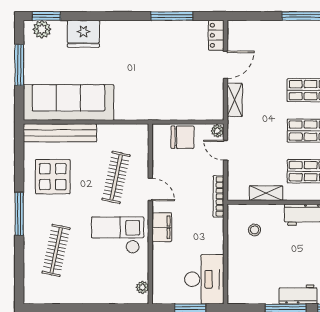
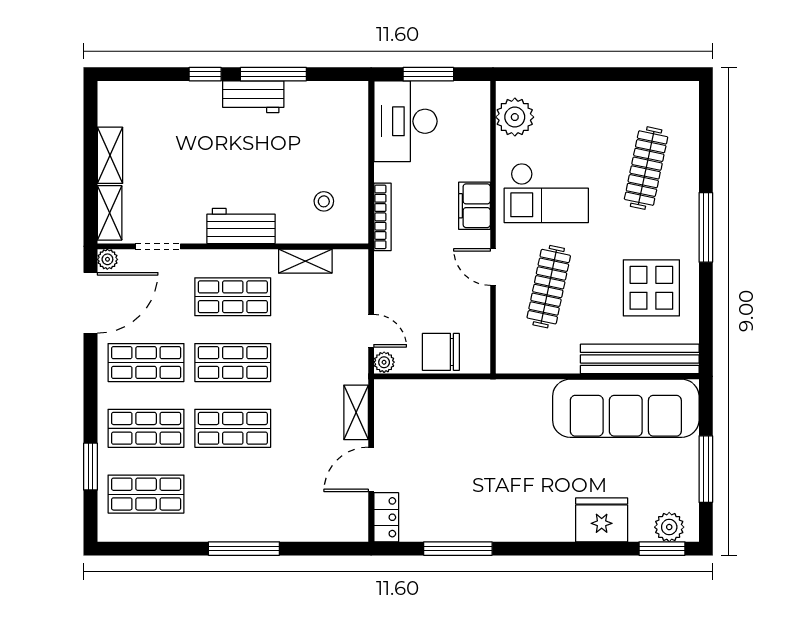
bookcase: (218, 196) -> (382, 217), moved
plant: (142, 287) -> (515, 117), width x1.88, depth x1.88

